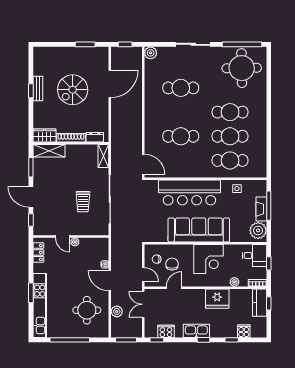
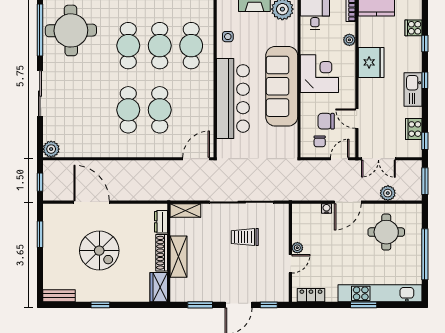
cafe table: (181, 88) -> (128, 110), moved
bench: (38, 89) -> (59, 296), moved
shelving: (49, 151) -> (178, 257), moved
trolley: (83, 202) -> (245, 237), turned 180

